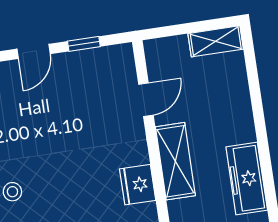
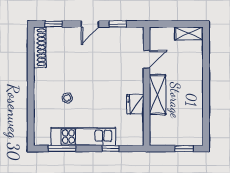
freezer: (247, 179) -> (195, 110), removed

